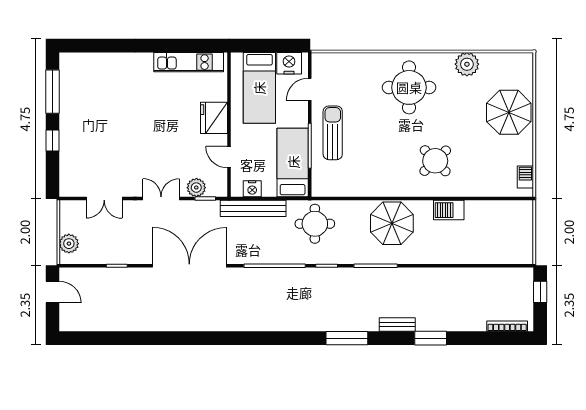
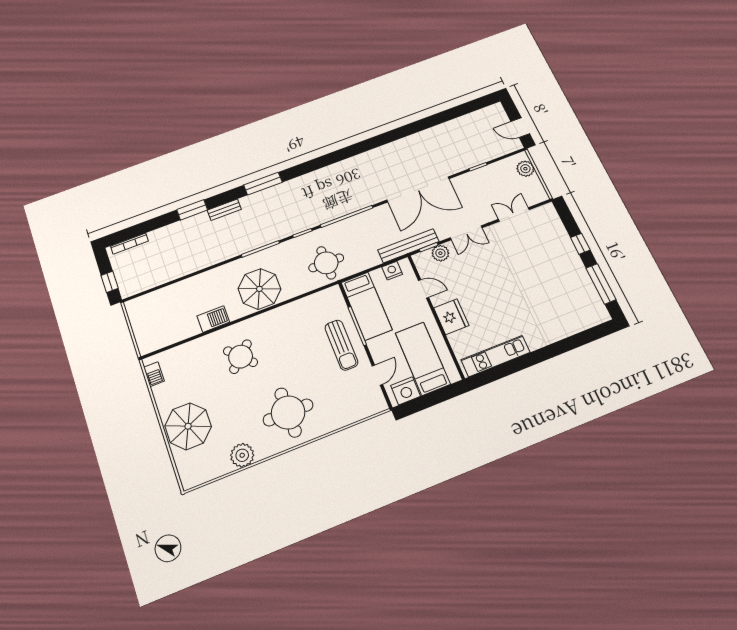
bench: (253, 208) -> (408, 246), moved

